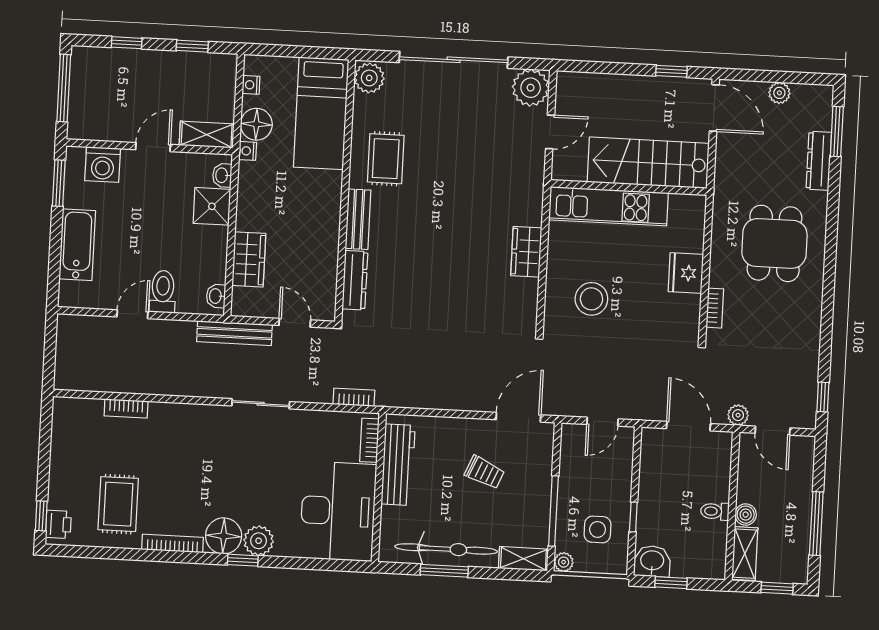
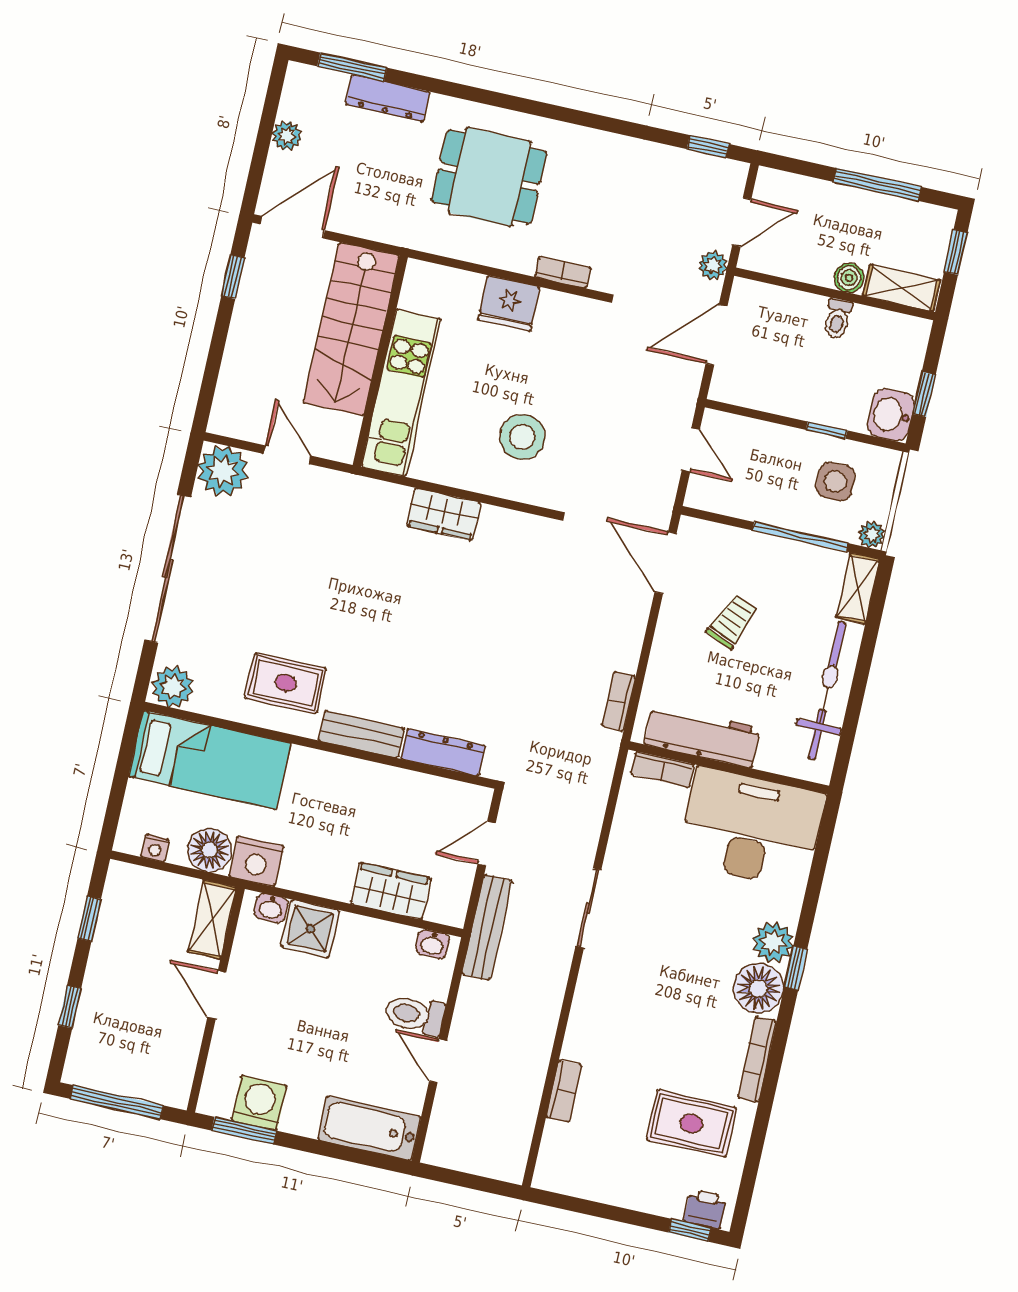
nightstand: (248, 151) -> (257, 861), width x1.89, depth x1.79
washing machine: (103, 165) -> (259, 1103), moved, turned -90
bathtub: (77, 245) -> (369, 1128), moved
bookcase: (354, 397) -> (619, 701), moved
window: (444, 571) -> (856, 698), removed

